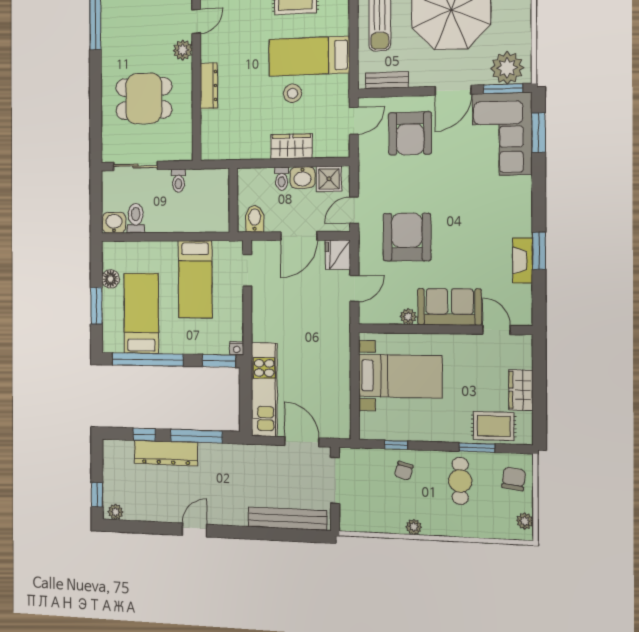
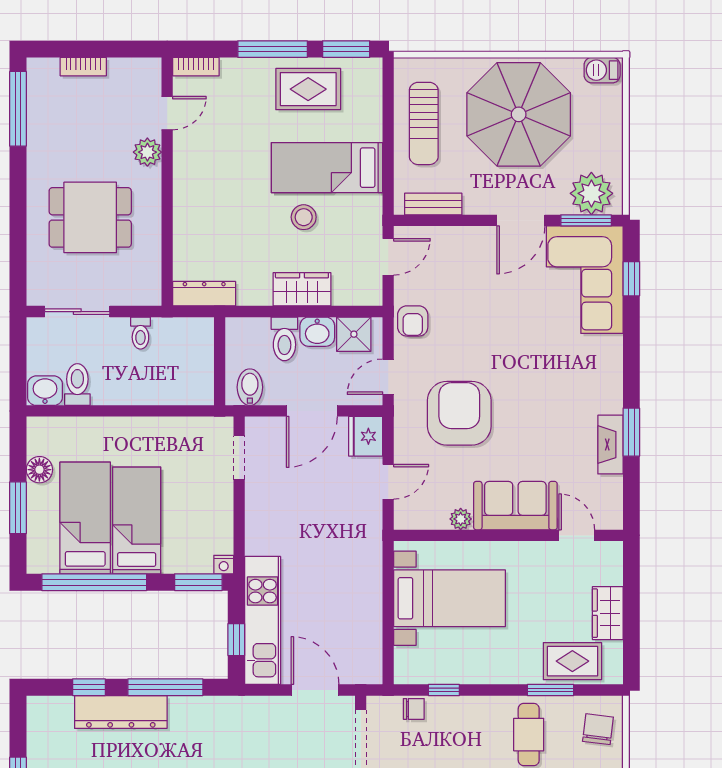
dresser: (209, 86) -> (204, 294), moved, turned -90
armchair: (410, 133) -> (413, 321), moved, width x0.53, depth x0.53
window: (539, 133) -> (631, 279), width x0.67
toilet: (282, 179) -> (284, 339), width x1.37, depth x1.39
bed: (195, 279) -> (137, 520), moved, turned 180
window: (246, 403) -> (236, 640), added
chair: (404, 471) -> (414, 709), moved, turned -105

